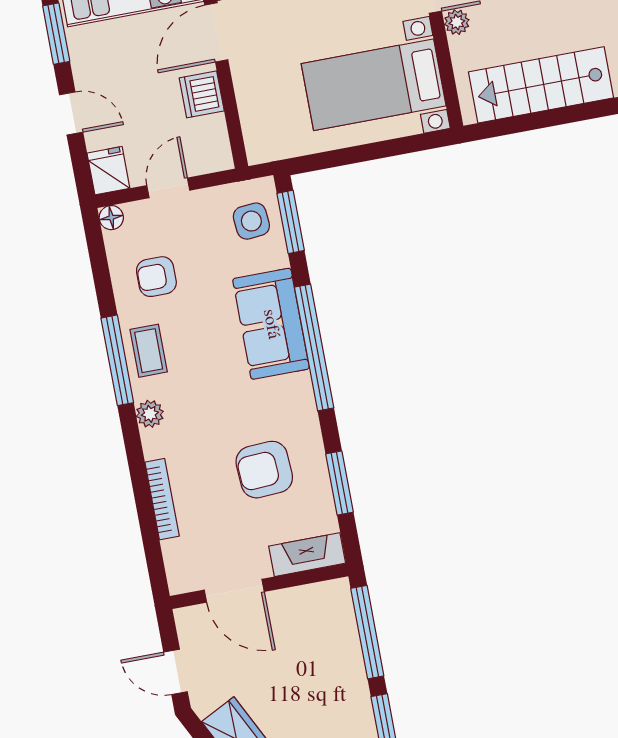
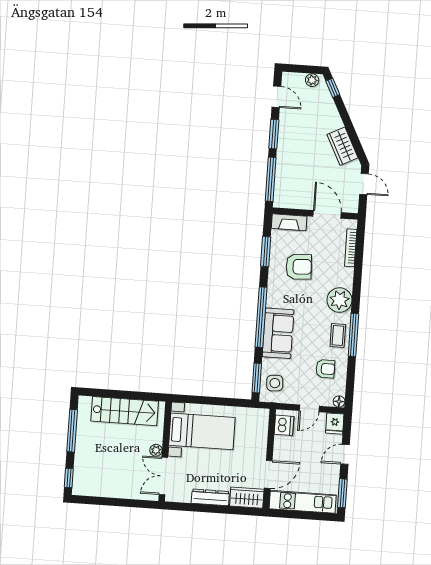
dishwasher: (202, 94) -> (284, 425), moved
door: (71, 114) -> (345, 454), hinge flipped
plant: (150, 414) -> (339, 300), width x1.87, depth x1.87
bookcase: (162, 499) -> (351, 248), moved

